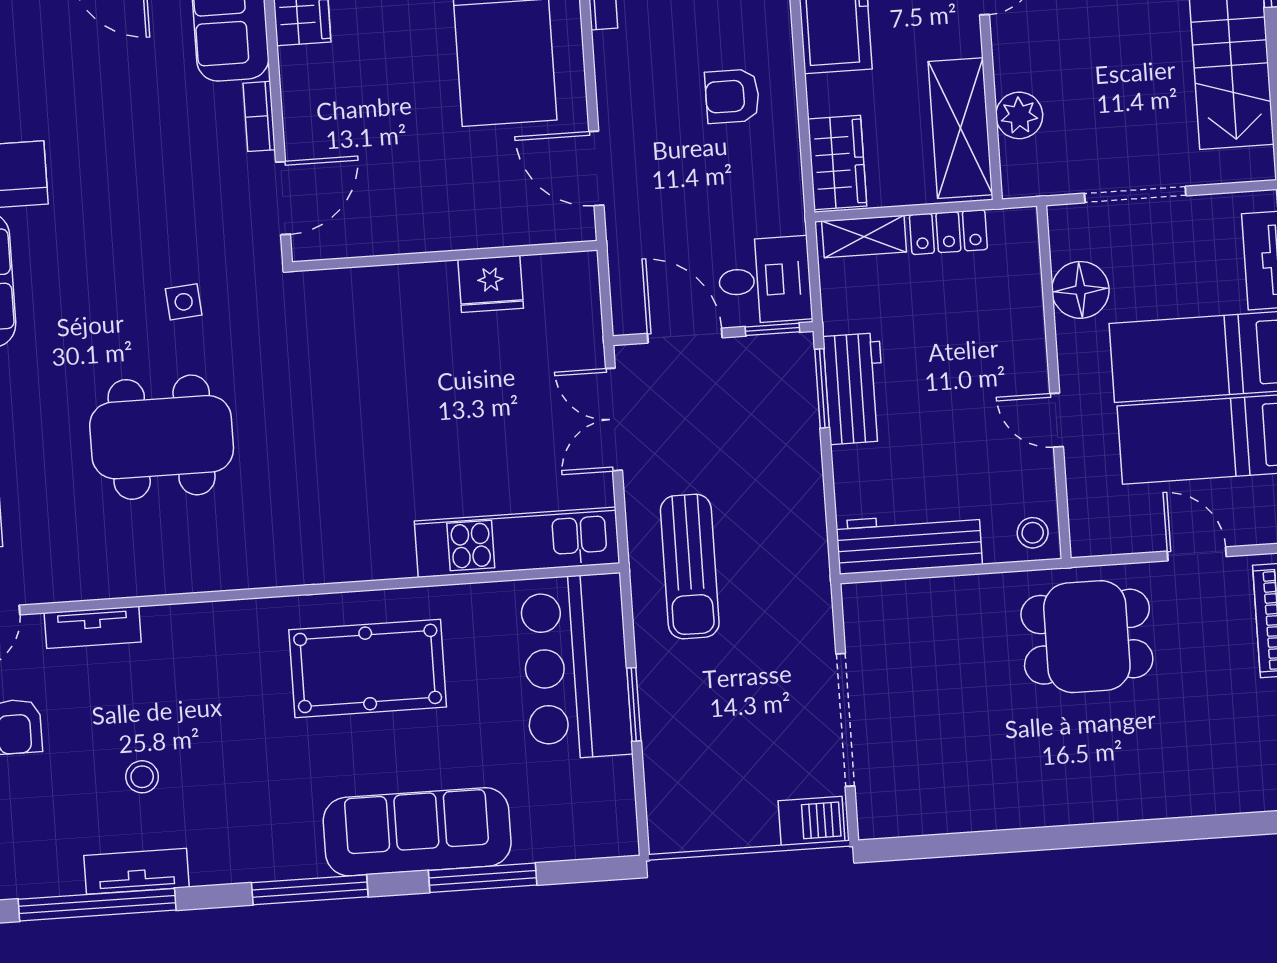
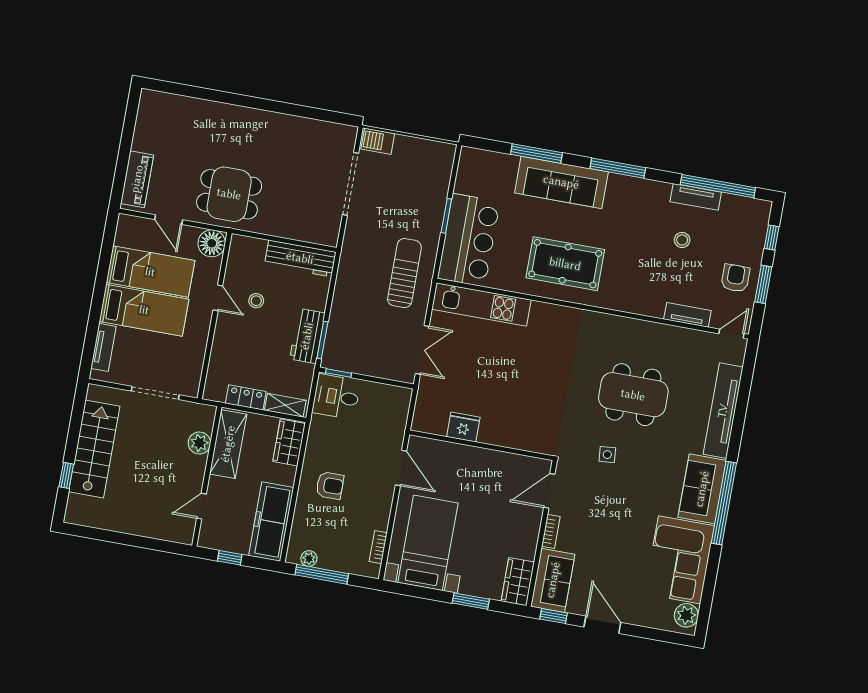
floor lamp: (1080, 290) -> (212, 243), moved
door: (685, 336) -> (380, 380), removed
stool: (1033, 533) -> (256, 301), moved

